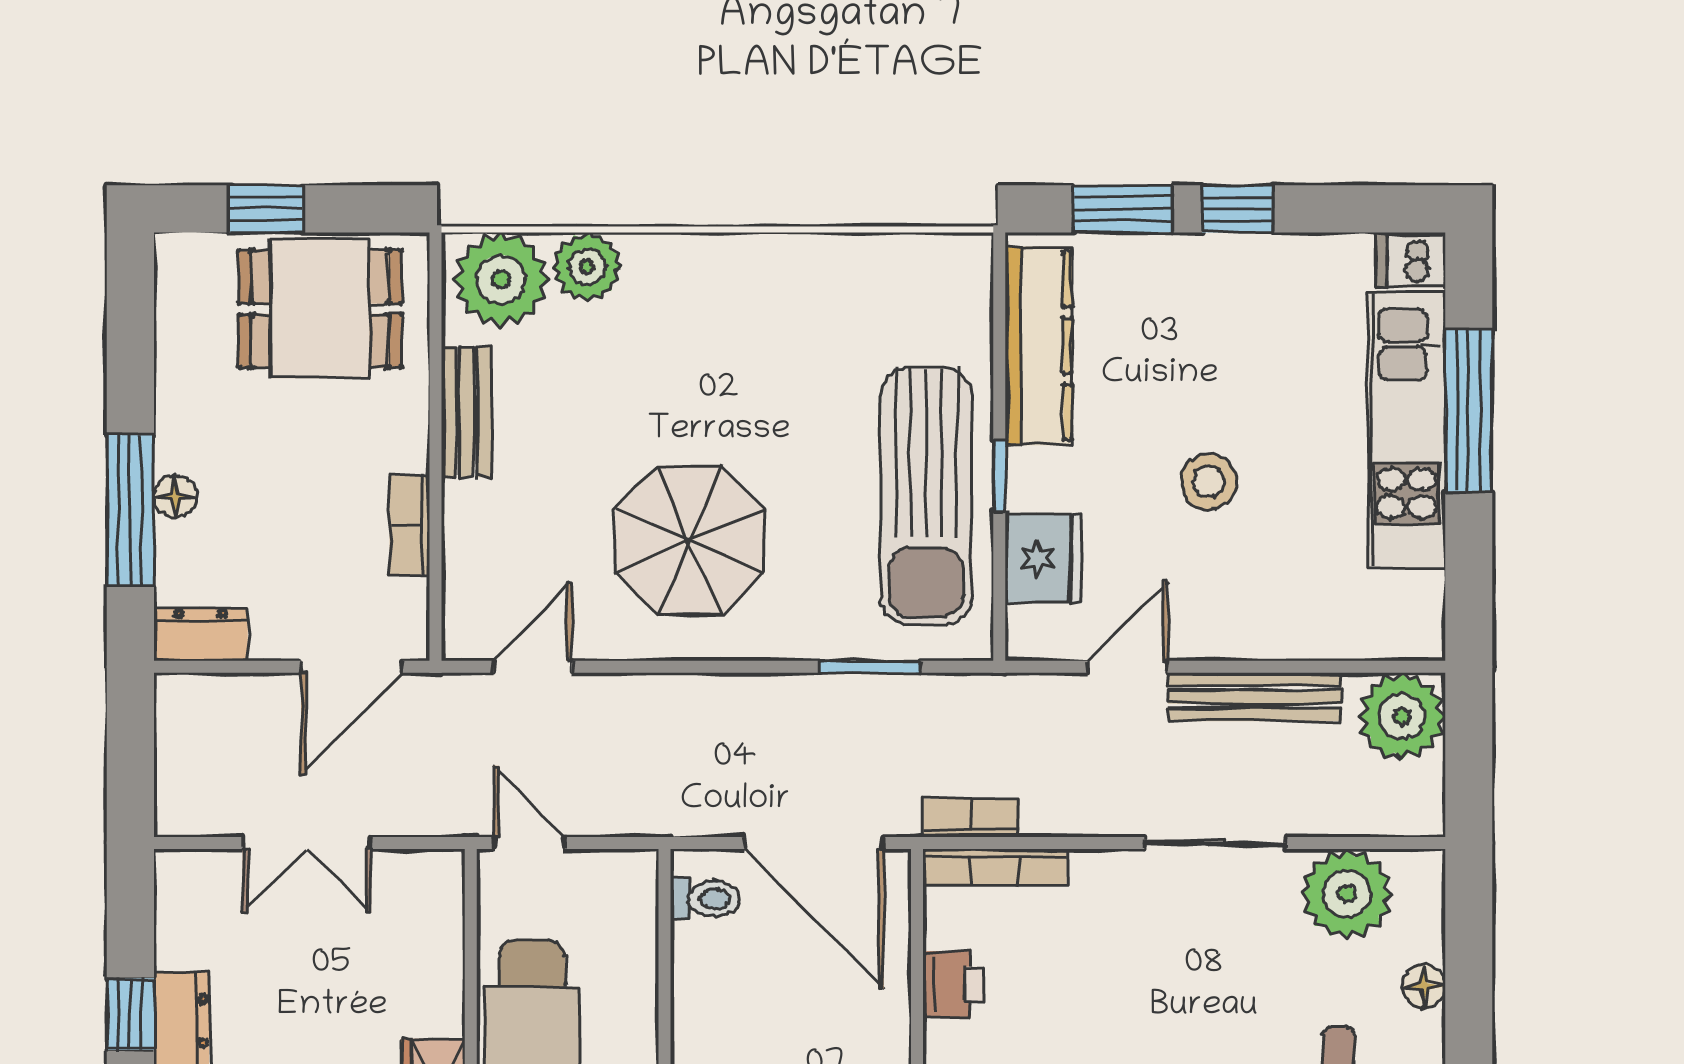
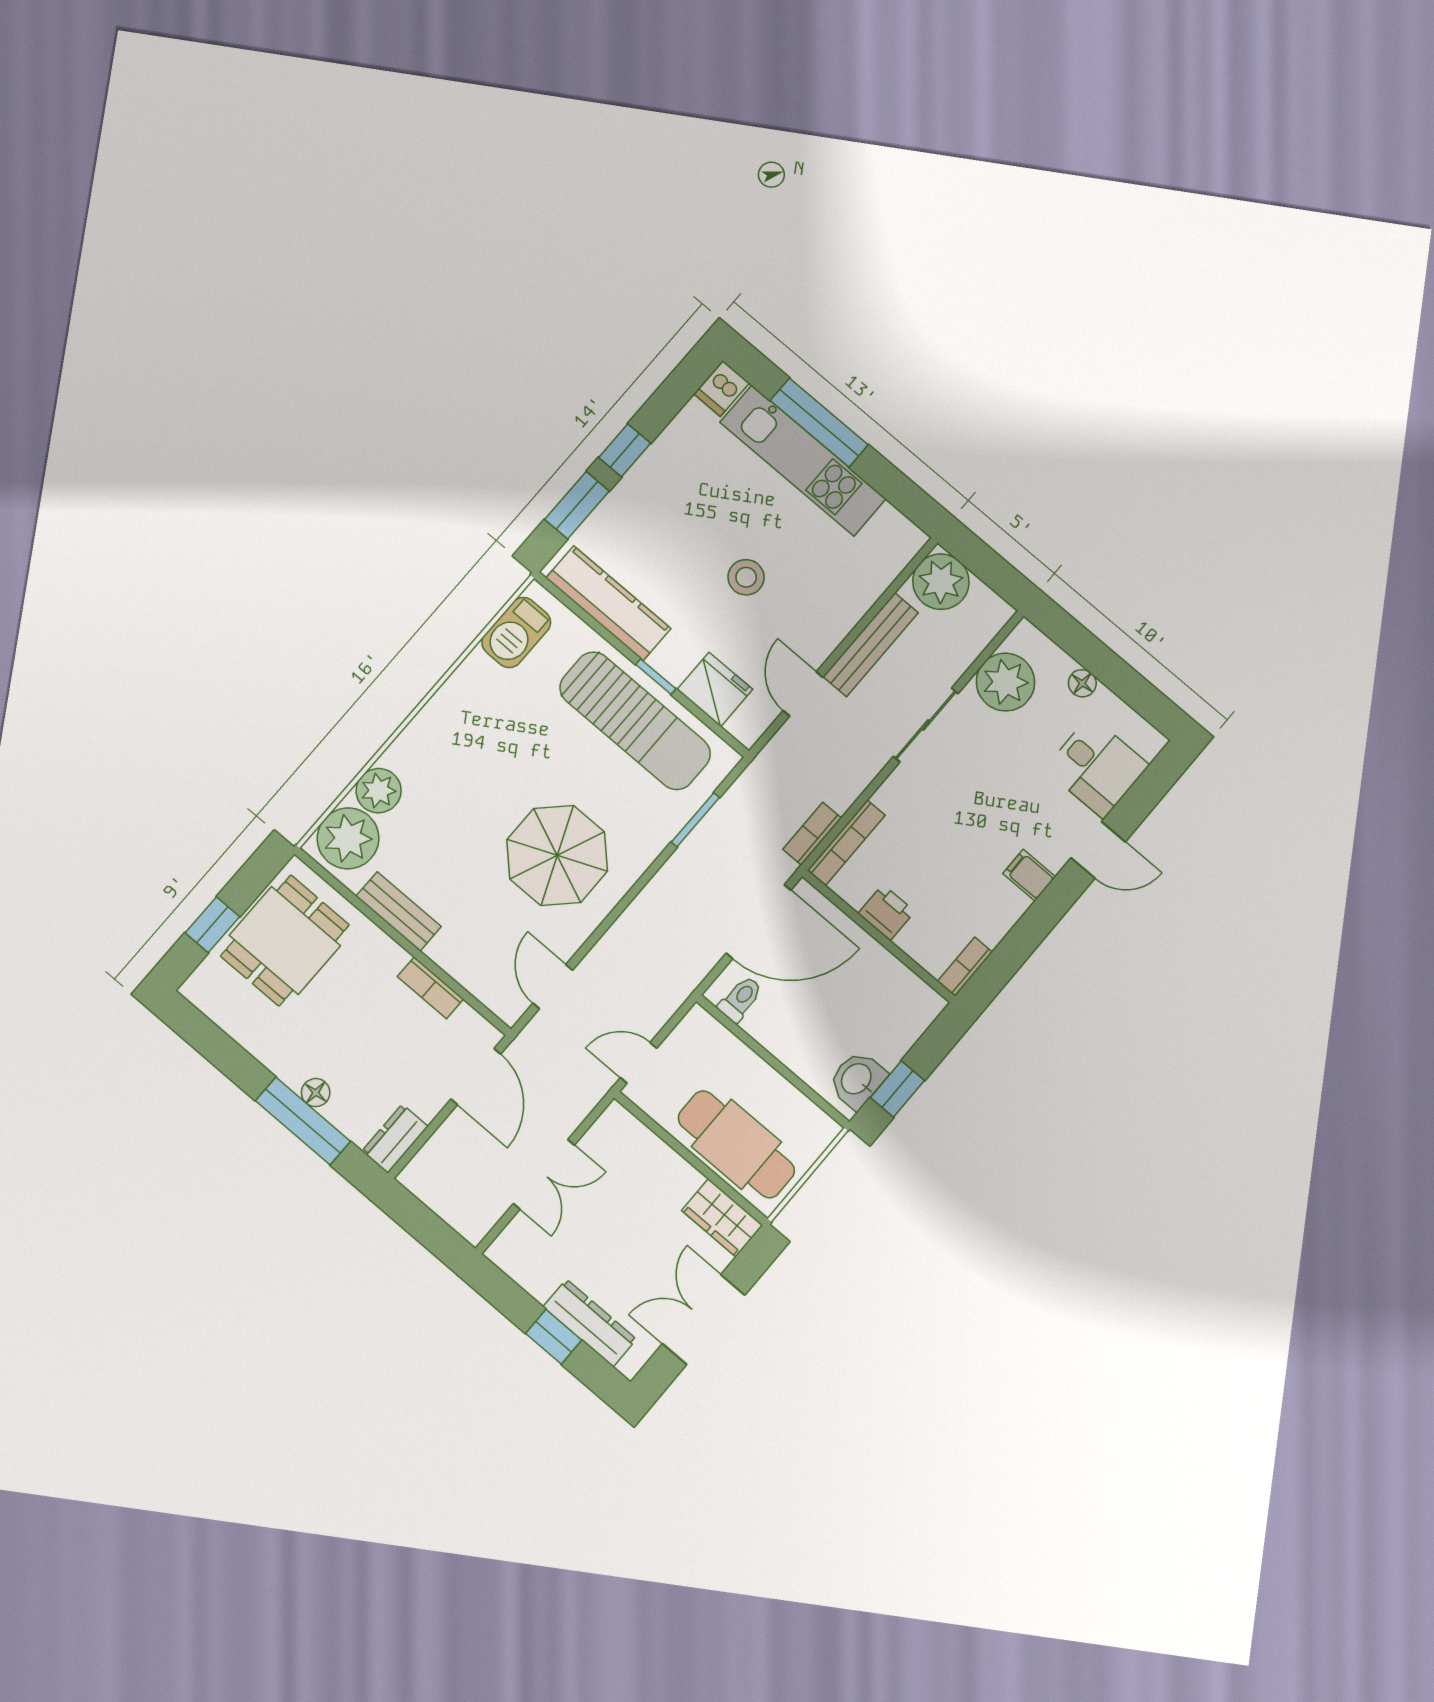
barbecue: (911, 267) -> (516, 632), added

